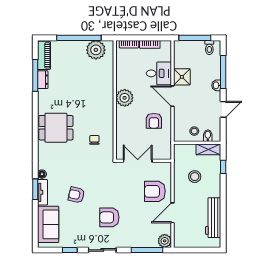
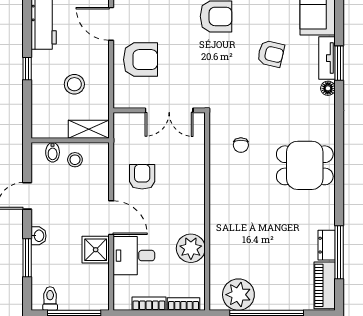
window: (223, 72) -> (27, 258), width x0.69
plant: (125, 98) -> (191, 248), moved
shelving: (208, 149) -> (89, 129), moved
window: (223, 167) -> (27, 69), moved
door: (173, 213) -> (111, 24), swing flipped

